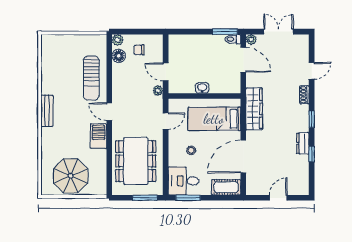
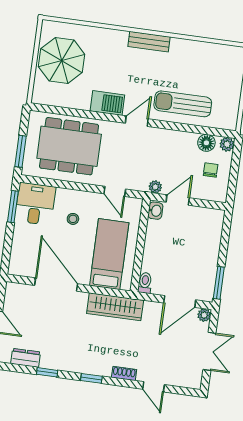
toilet: (233, 39) -> (145, 283), moved
washbasin: (202, 88) -> (155, 211), moved
dresser: (303, 143) -> (26, 358), moved
cot: (226, 187) -> (20, 257), removed

